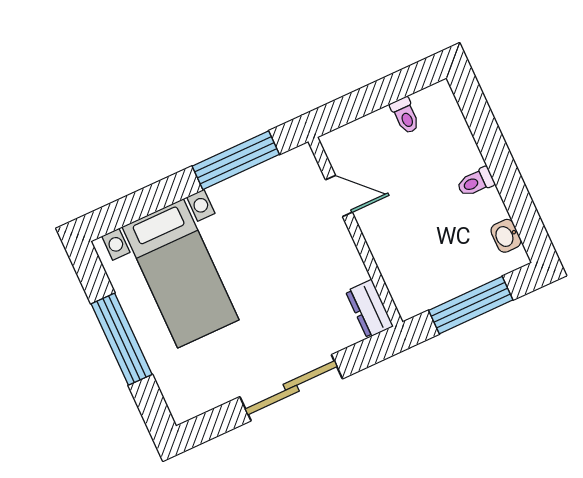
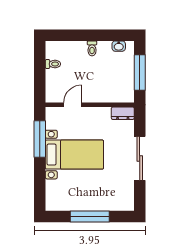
bed with nightstands: (181, 273) -> (74, 155), moved

